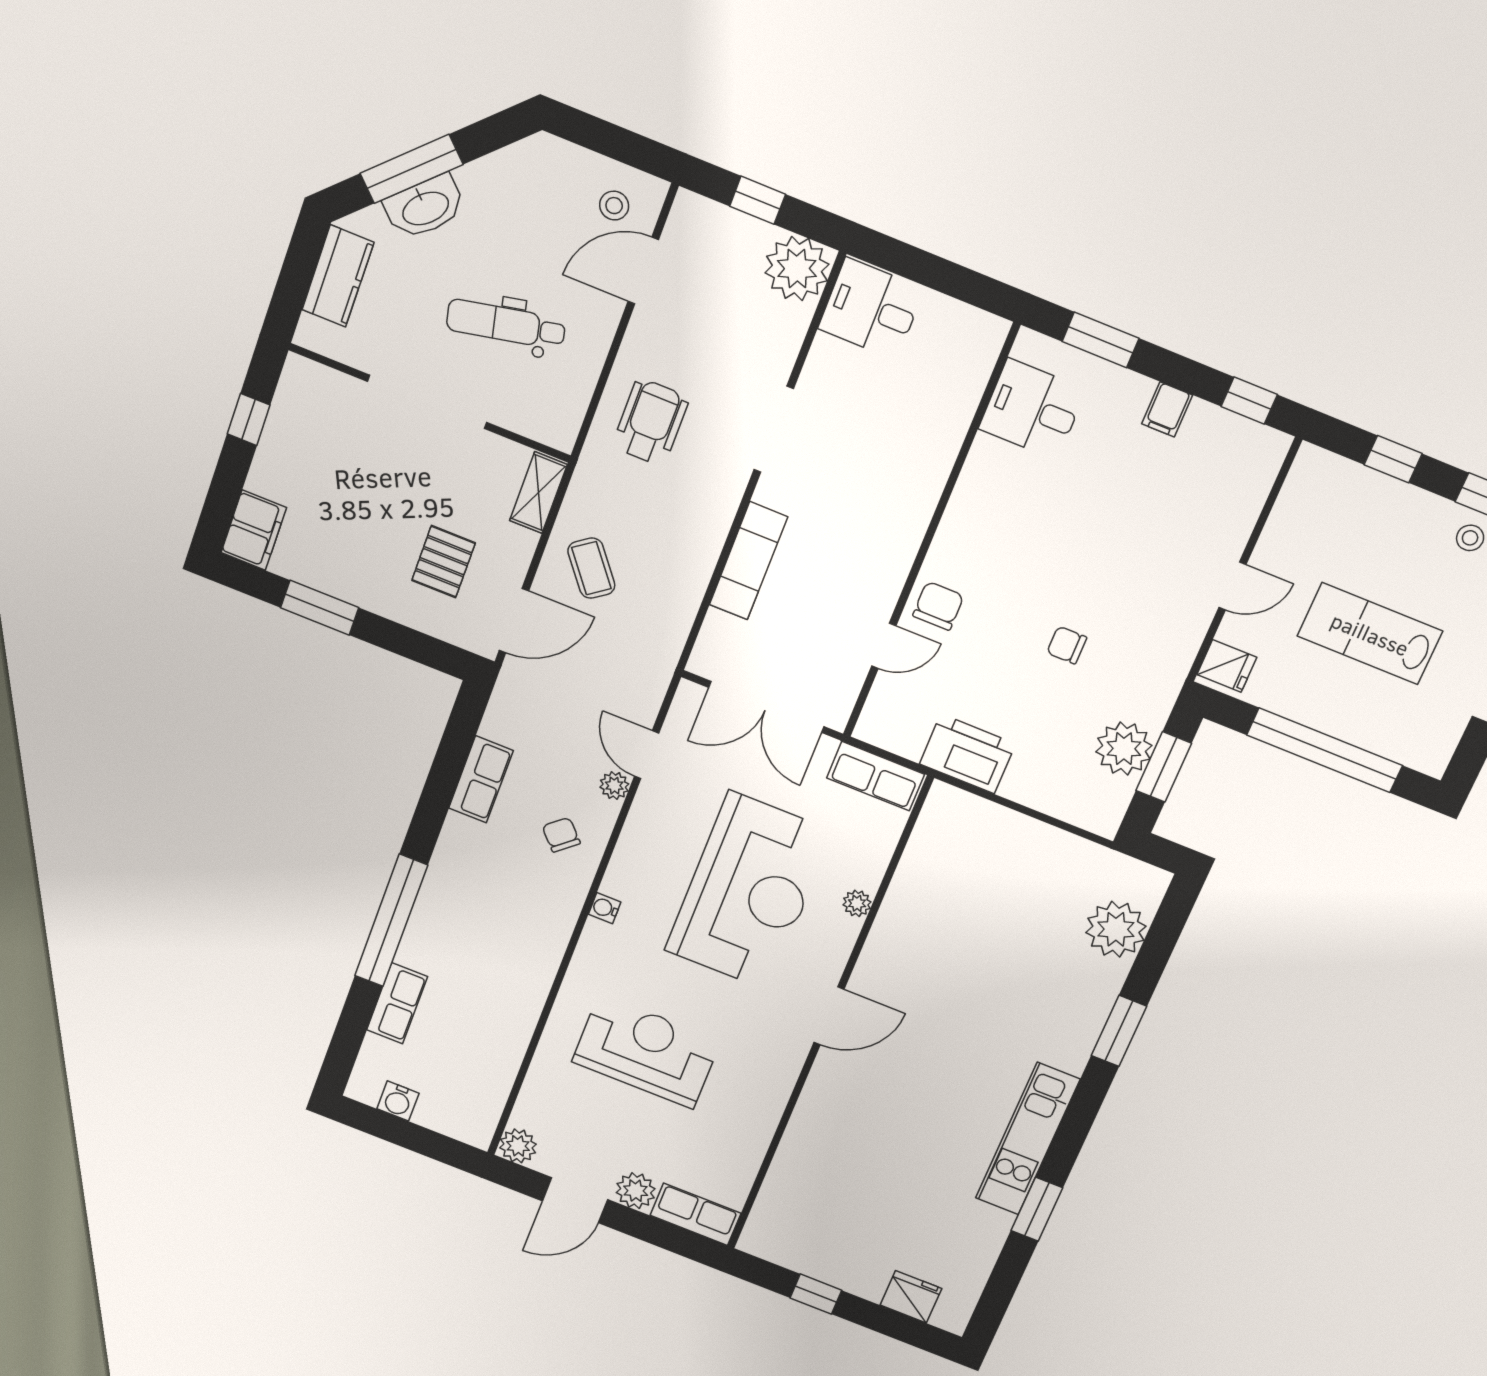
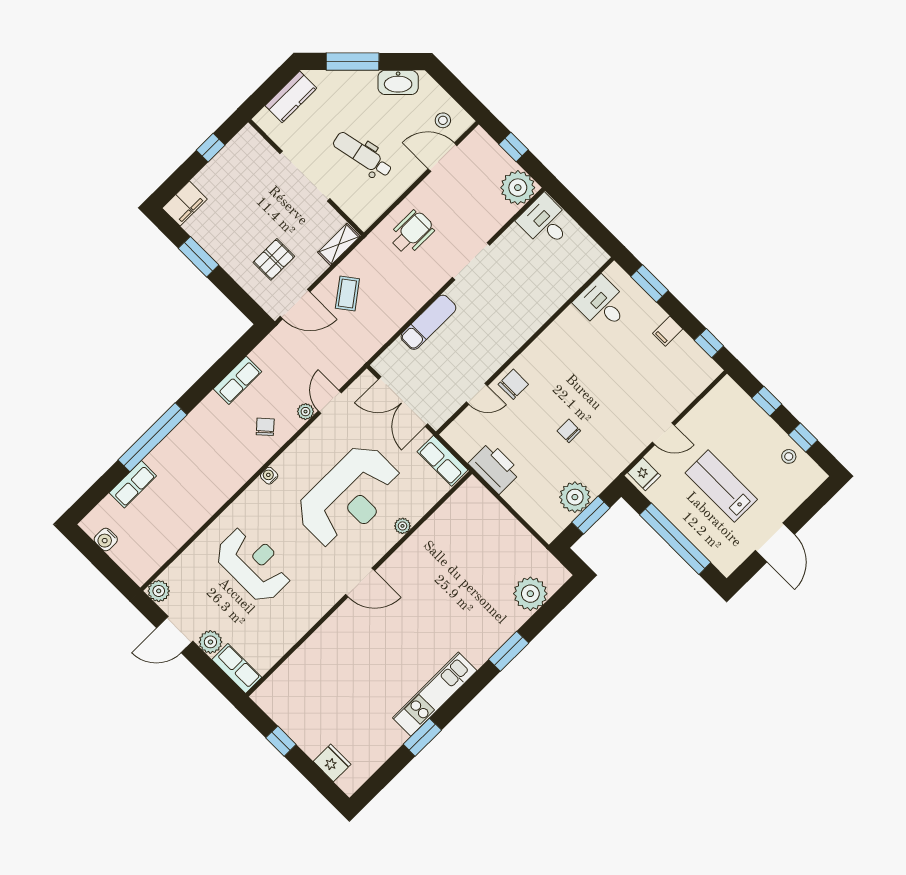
washbasin: (425, 207) -> (398, 82), moved

